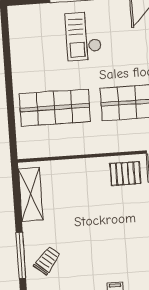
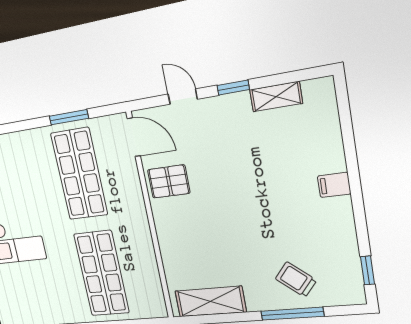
pallet: (125, 174) -> (169, 181), turned 90

